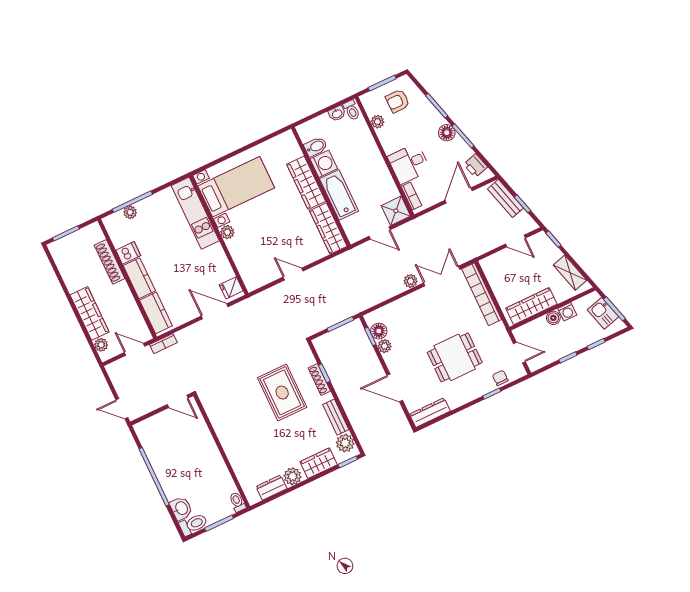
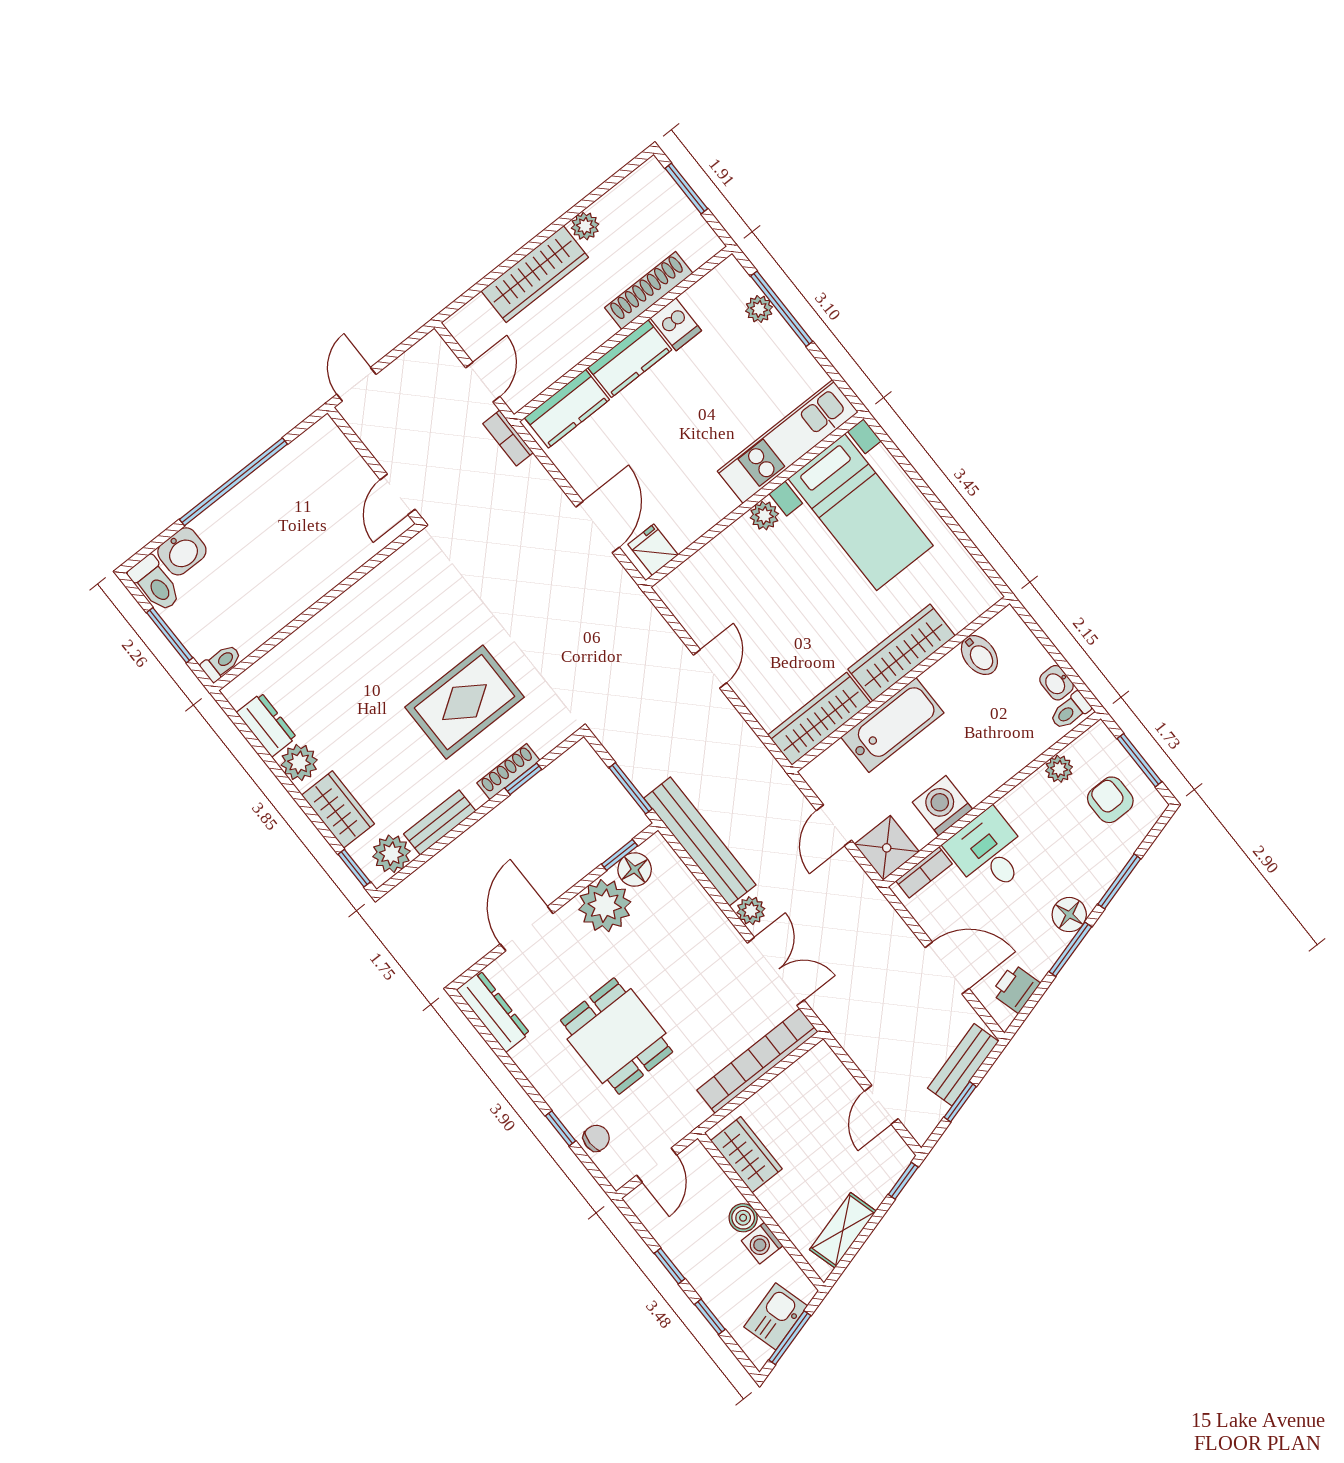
washing machine: (324, 164) -> (942, 806), moved, turned 180
bench: (373, 297) -> (700, 842), added
wardrobe: (531, 306) -> (746, 1155), width x0.67
plant: (101, 345) -> (585, 226), moved
plant: (385, 346) -> (605, 906), width x1.87, depth x1.87

